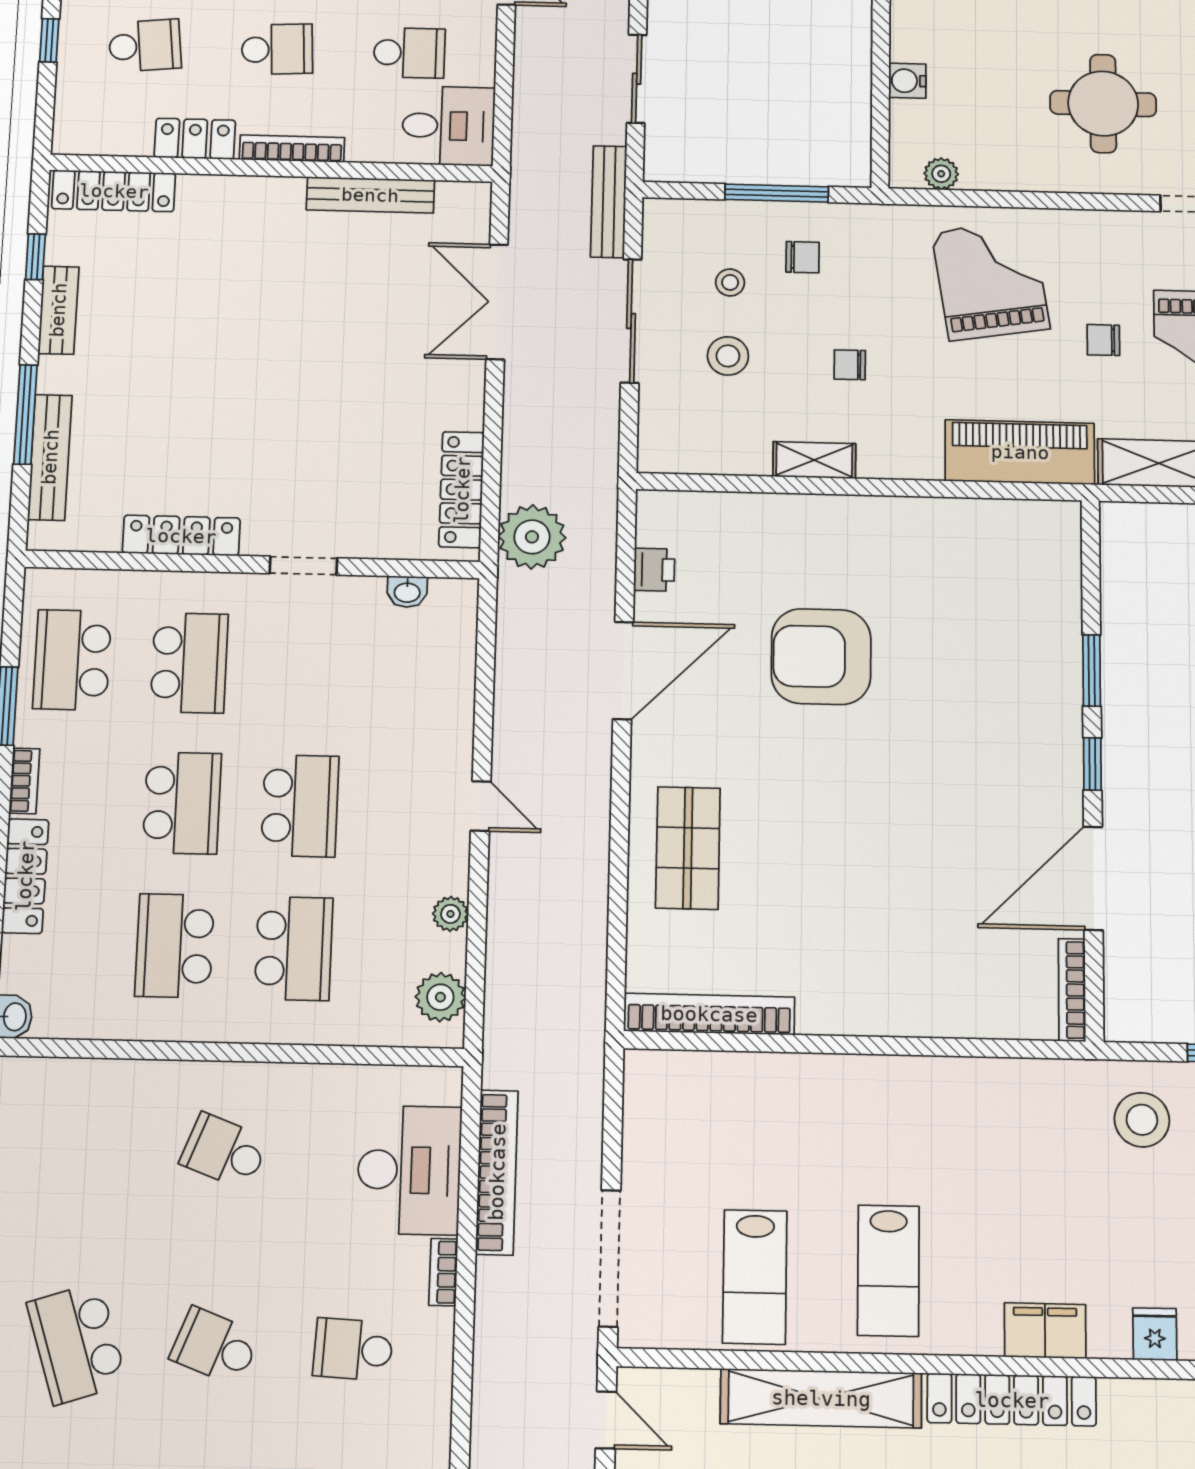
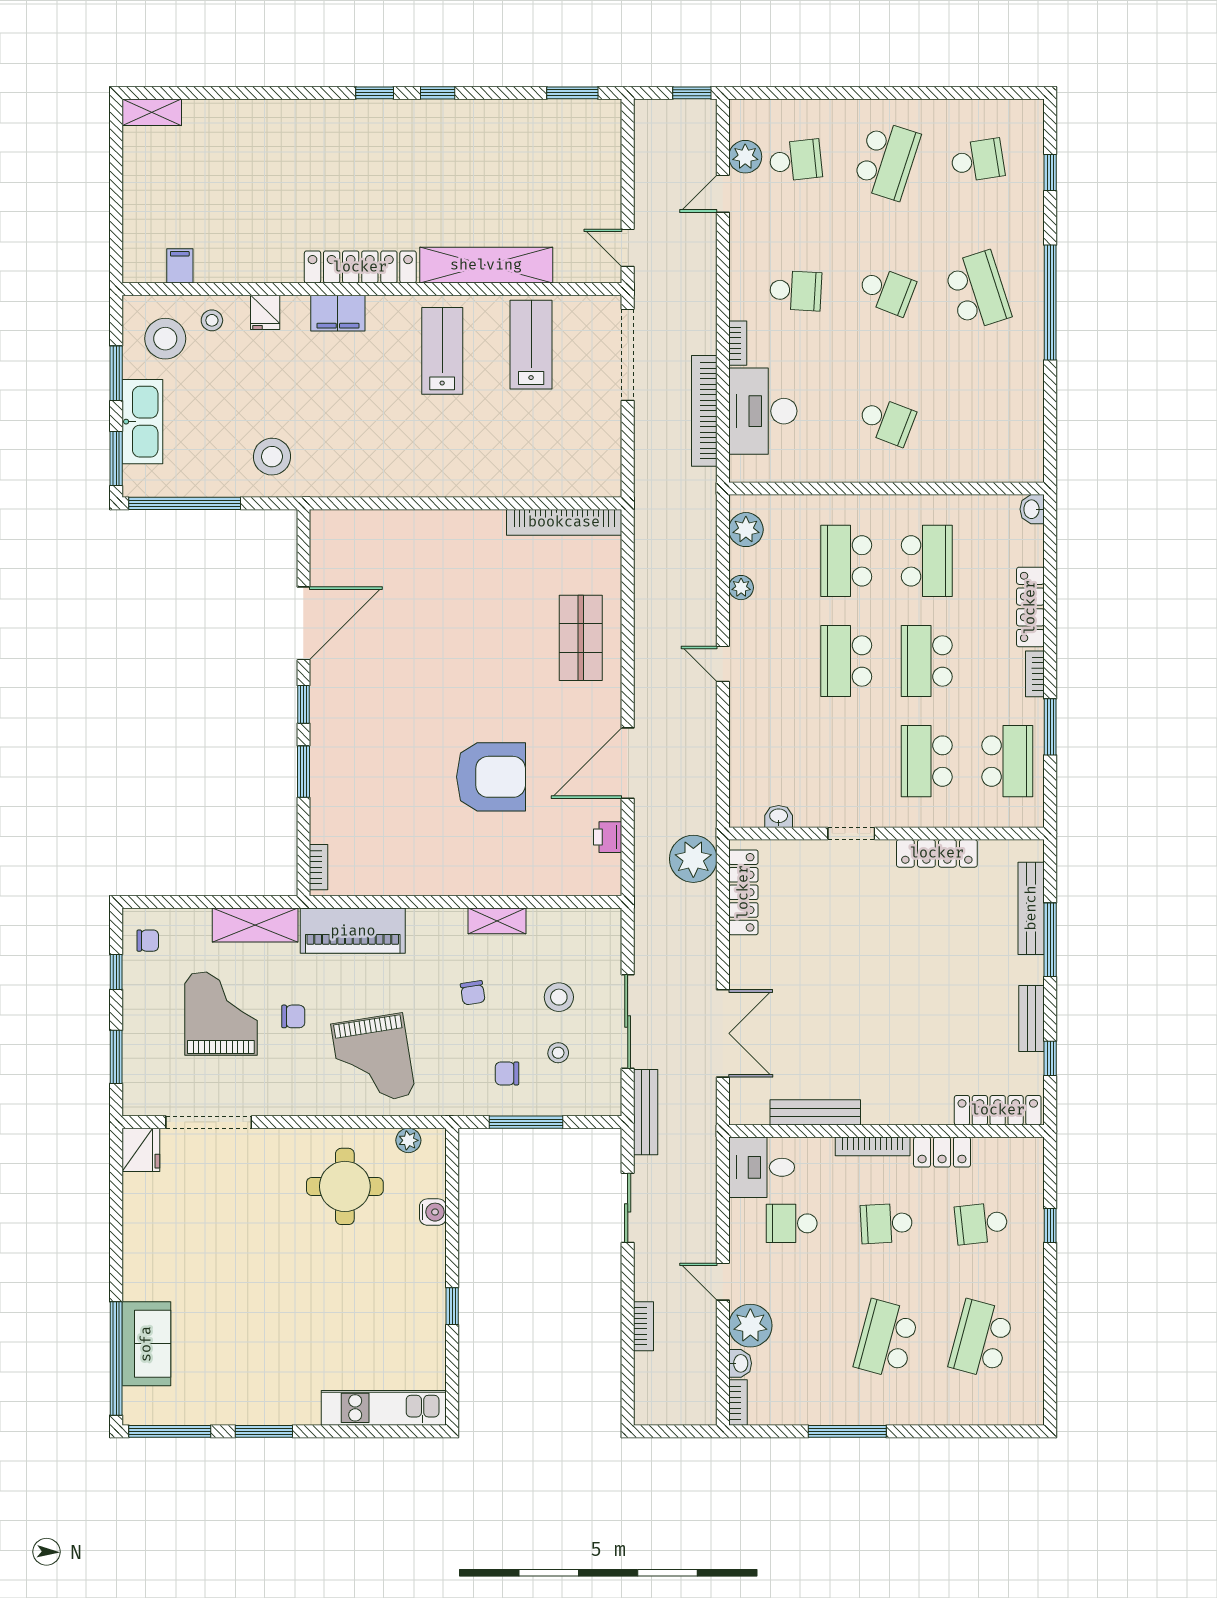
round table: (1103, 104) -> (345, 1186), moved
chair: (850, 365) -> (473, 993), turned 81
bookcase: (1072, 990) -> (319, 867), moved, width x0.64

